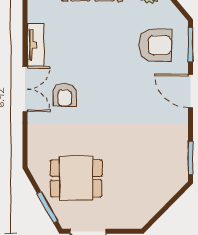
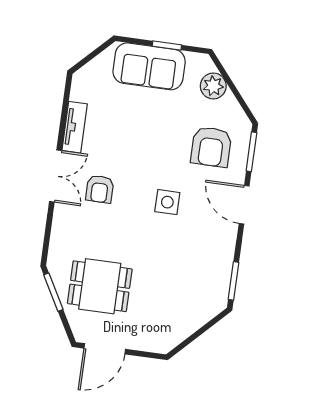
armchair: (155, 45) -> (211, 147), turned 90
side table: (124, 98) -> (167, 202), added
window: (47, 207) -> (53, 292), moved

